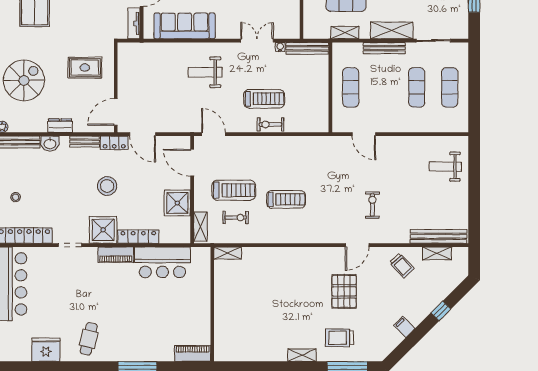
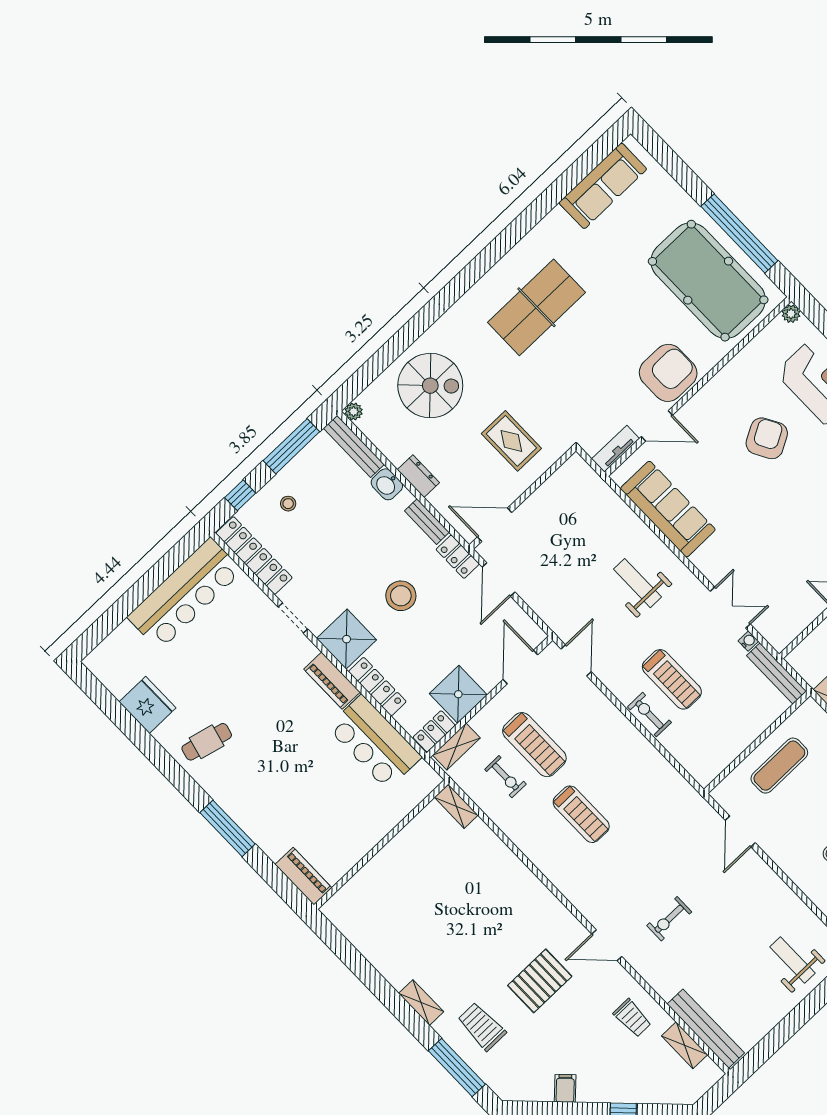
exercise bike: (372, 205) -> (669, 919), turned 180
locker: (184, 230) -> (434, 731), added
trolley: (402, 265) -> (632, 1018), turned -48

